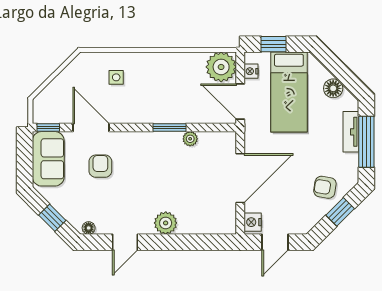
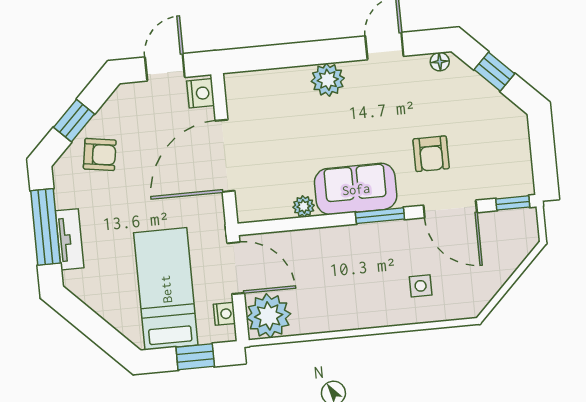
floor lamp: (333, 88) -> (102, 300), removed
window: (169, 128) -> (380, 216), moved
sofa: (48, 159) -> (356, 189), moved, turned 90

